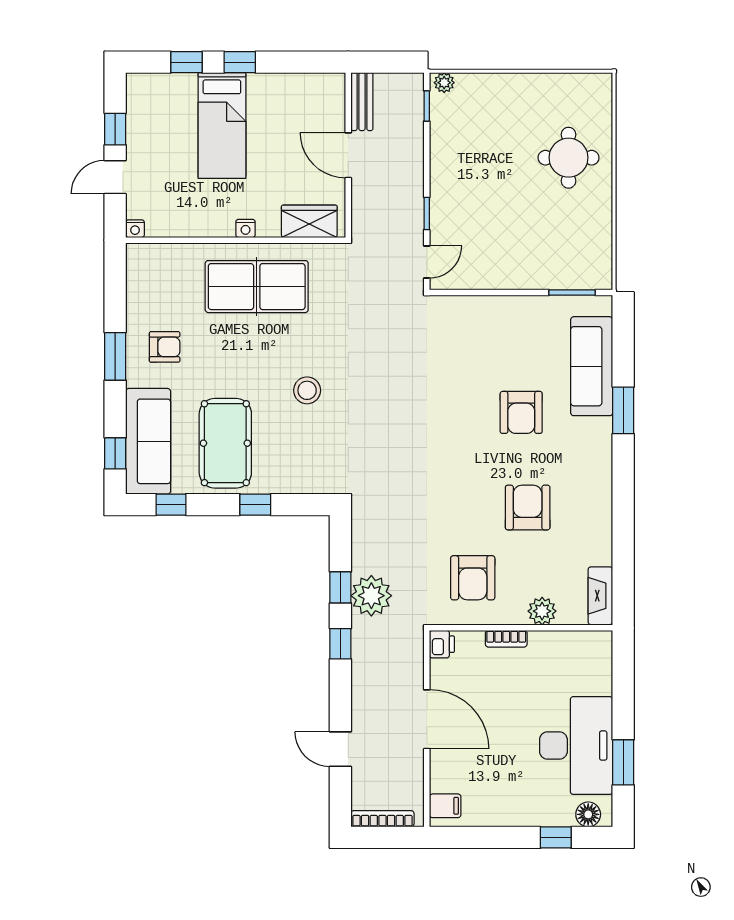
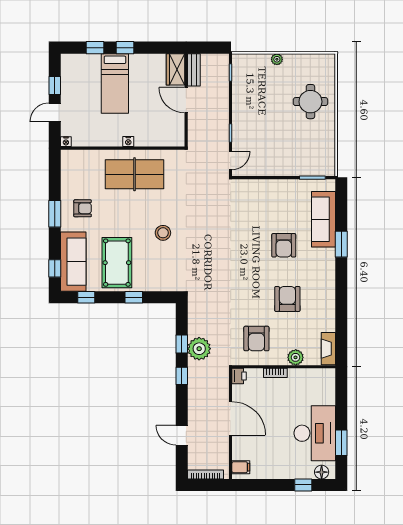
plant: (444, 83) -> (277, 59), moved
wardrobe: (309, 221) -> (176, 69), moved, turned -90

